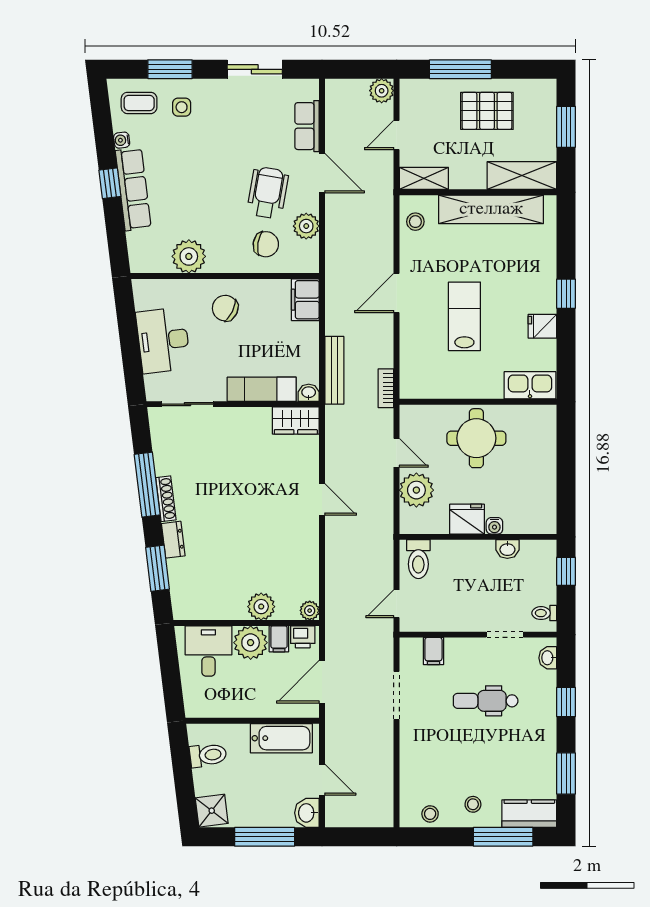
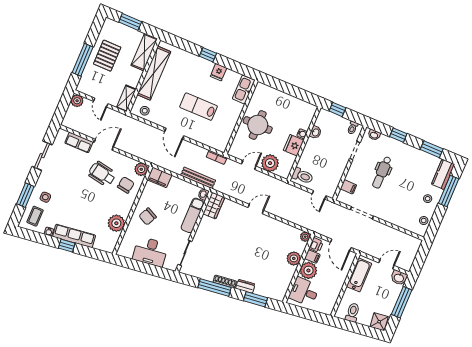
plant: (306, 226) -> (141, 169), moved

